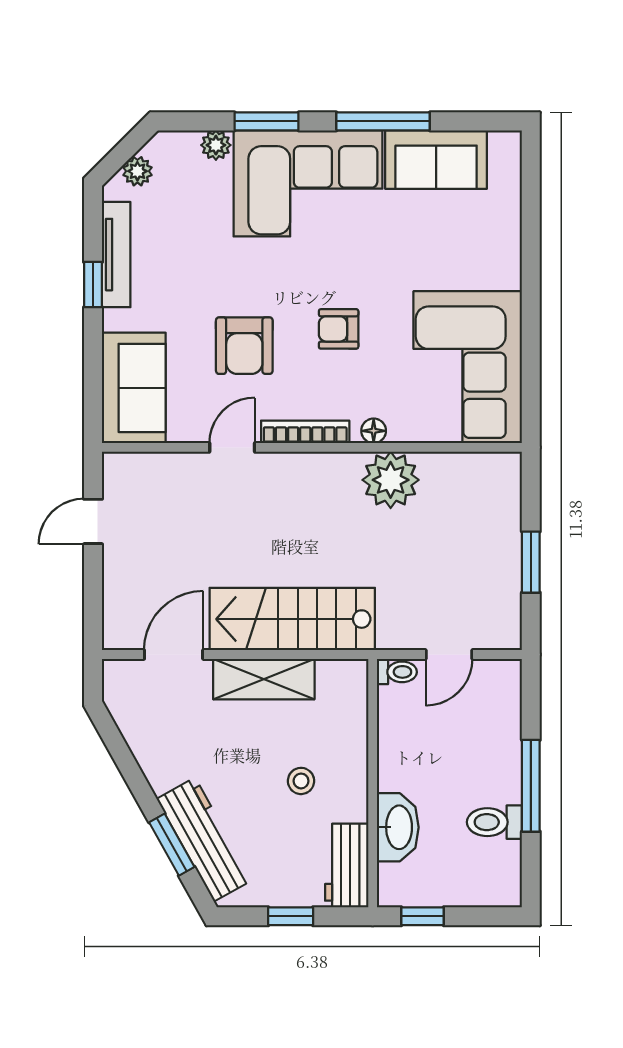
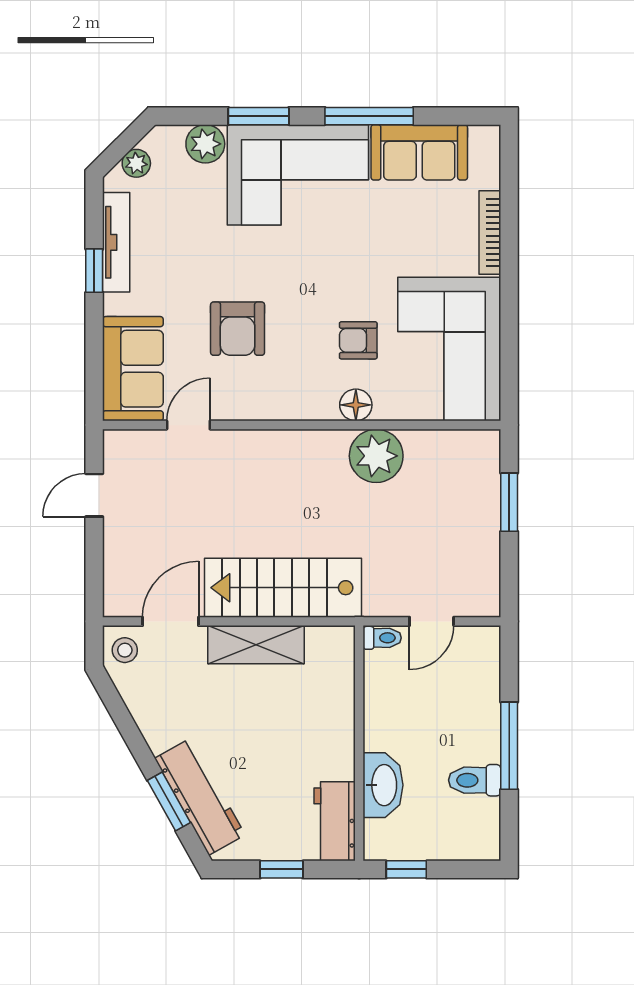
plant: (216, 145) -> (205, 144), width x1.38, depth x1.38
armchair: (339, 329) -> (358, 340), moved
floor lamp: (374, 431) -> (356, 405), width x1.37, depth x1.37
bookcase: (305, 432) -> (490, 232), moved, turned -90
door: (232, 447) -> (188, 425), moved
window: (531, 562) -> (509, 502), moved
stool: (301, 781) -> (125, 650), moved

